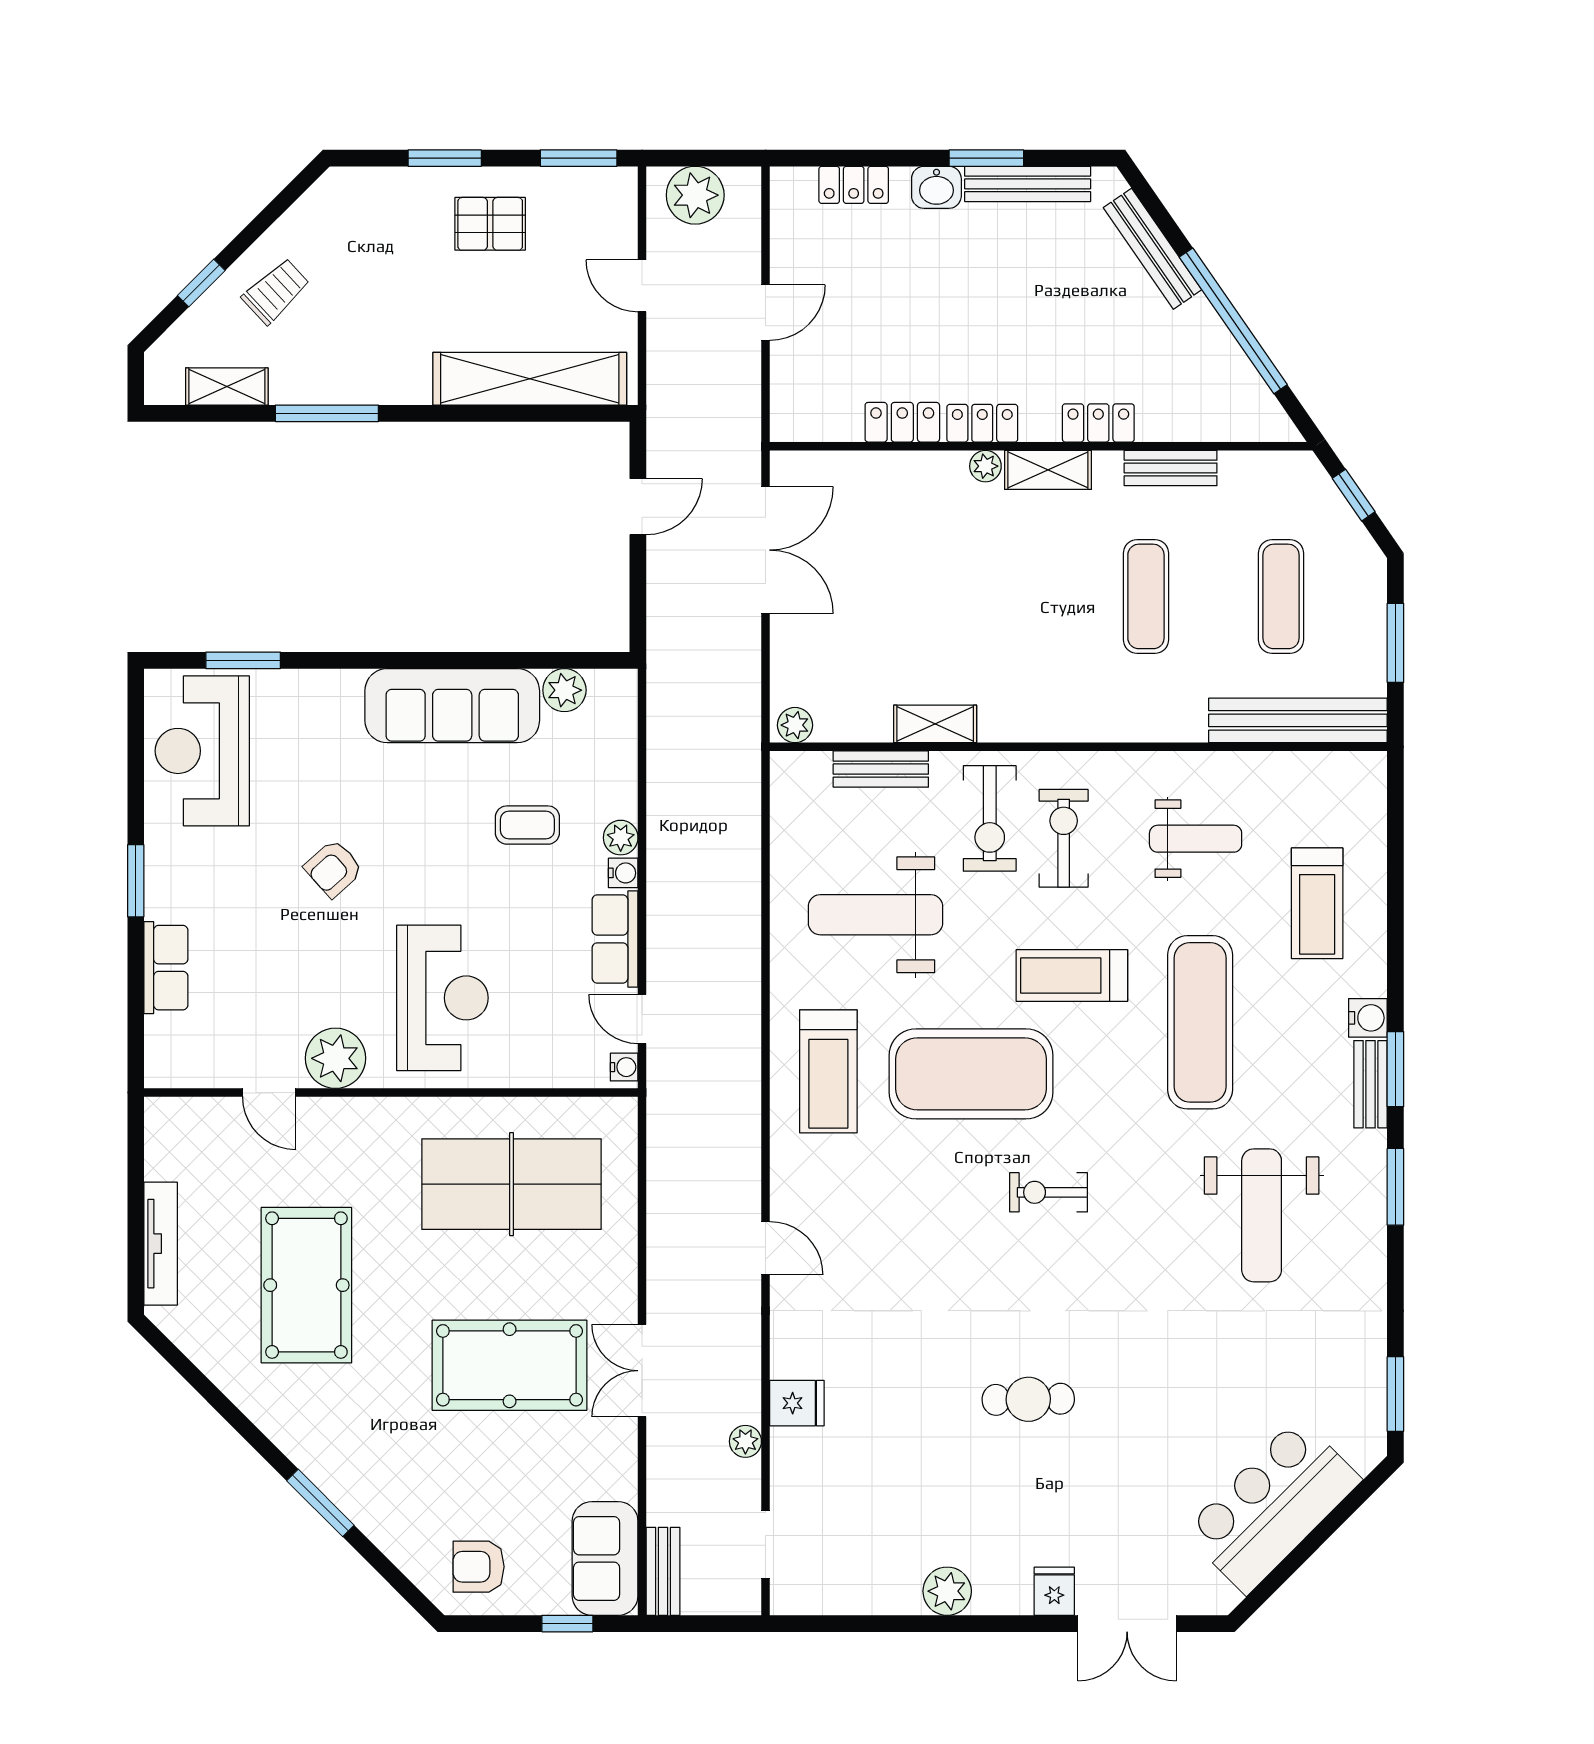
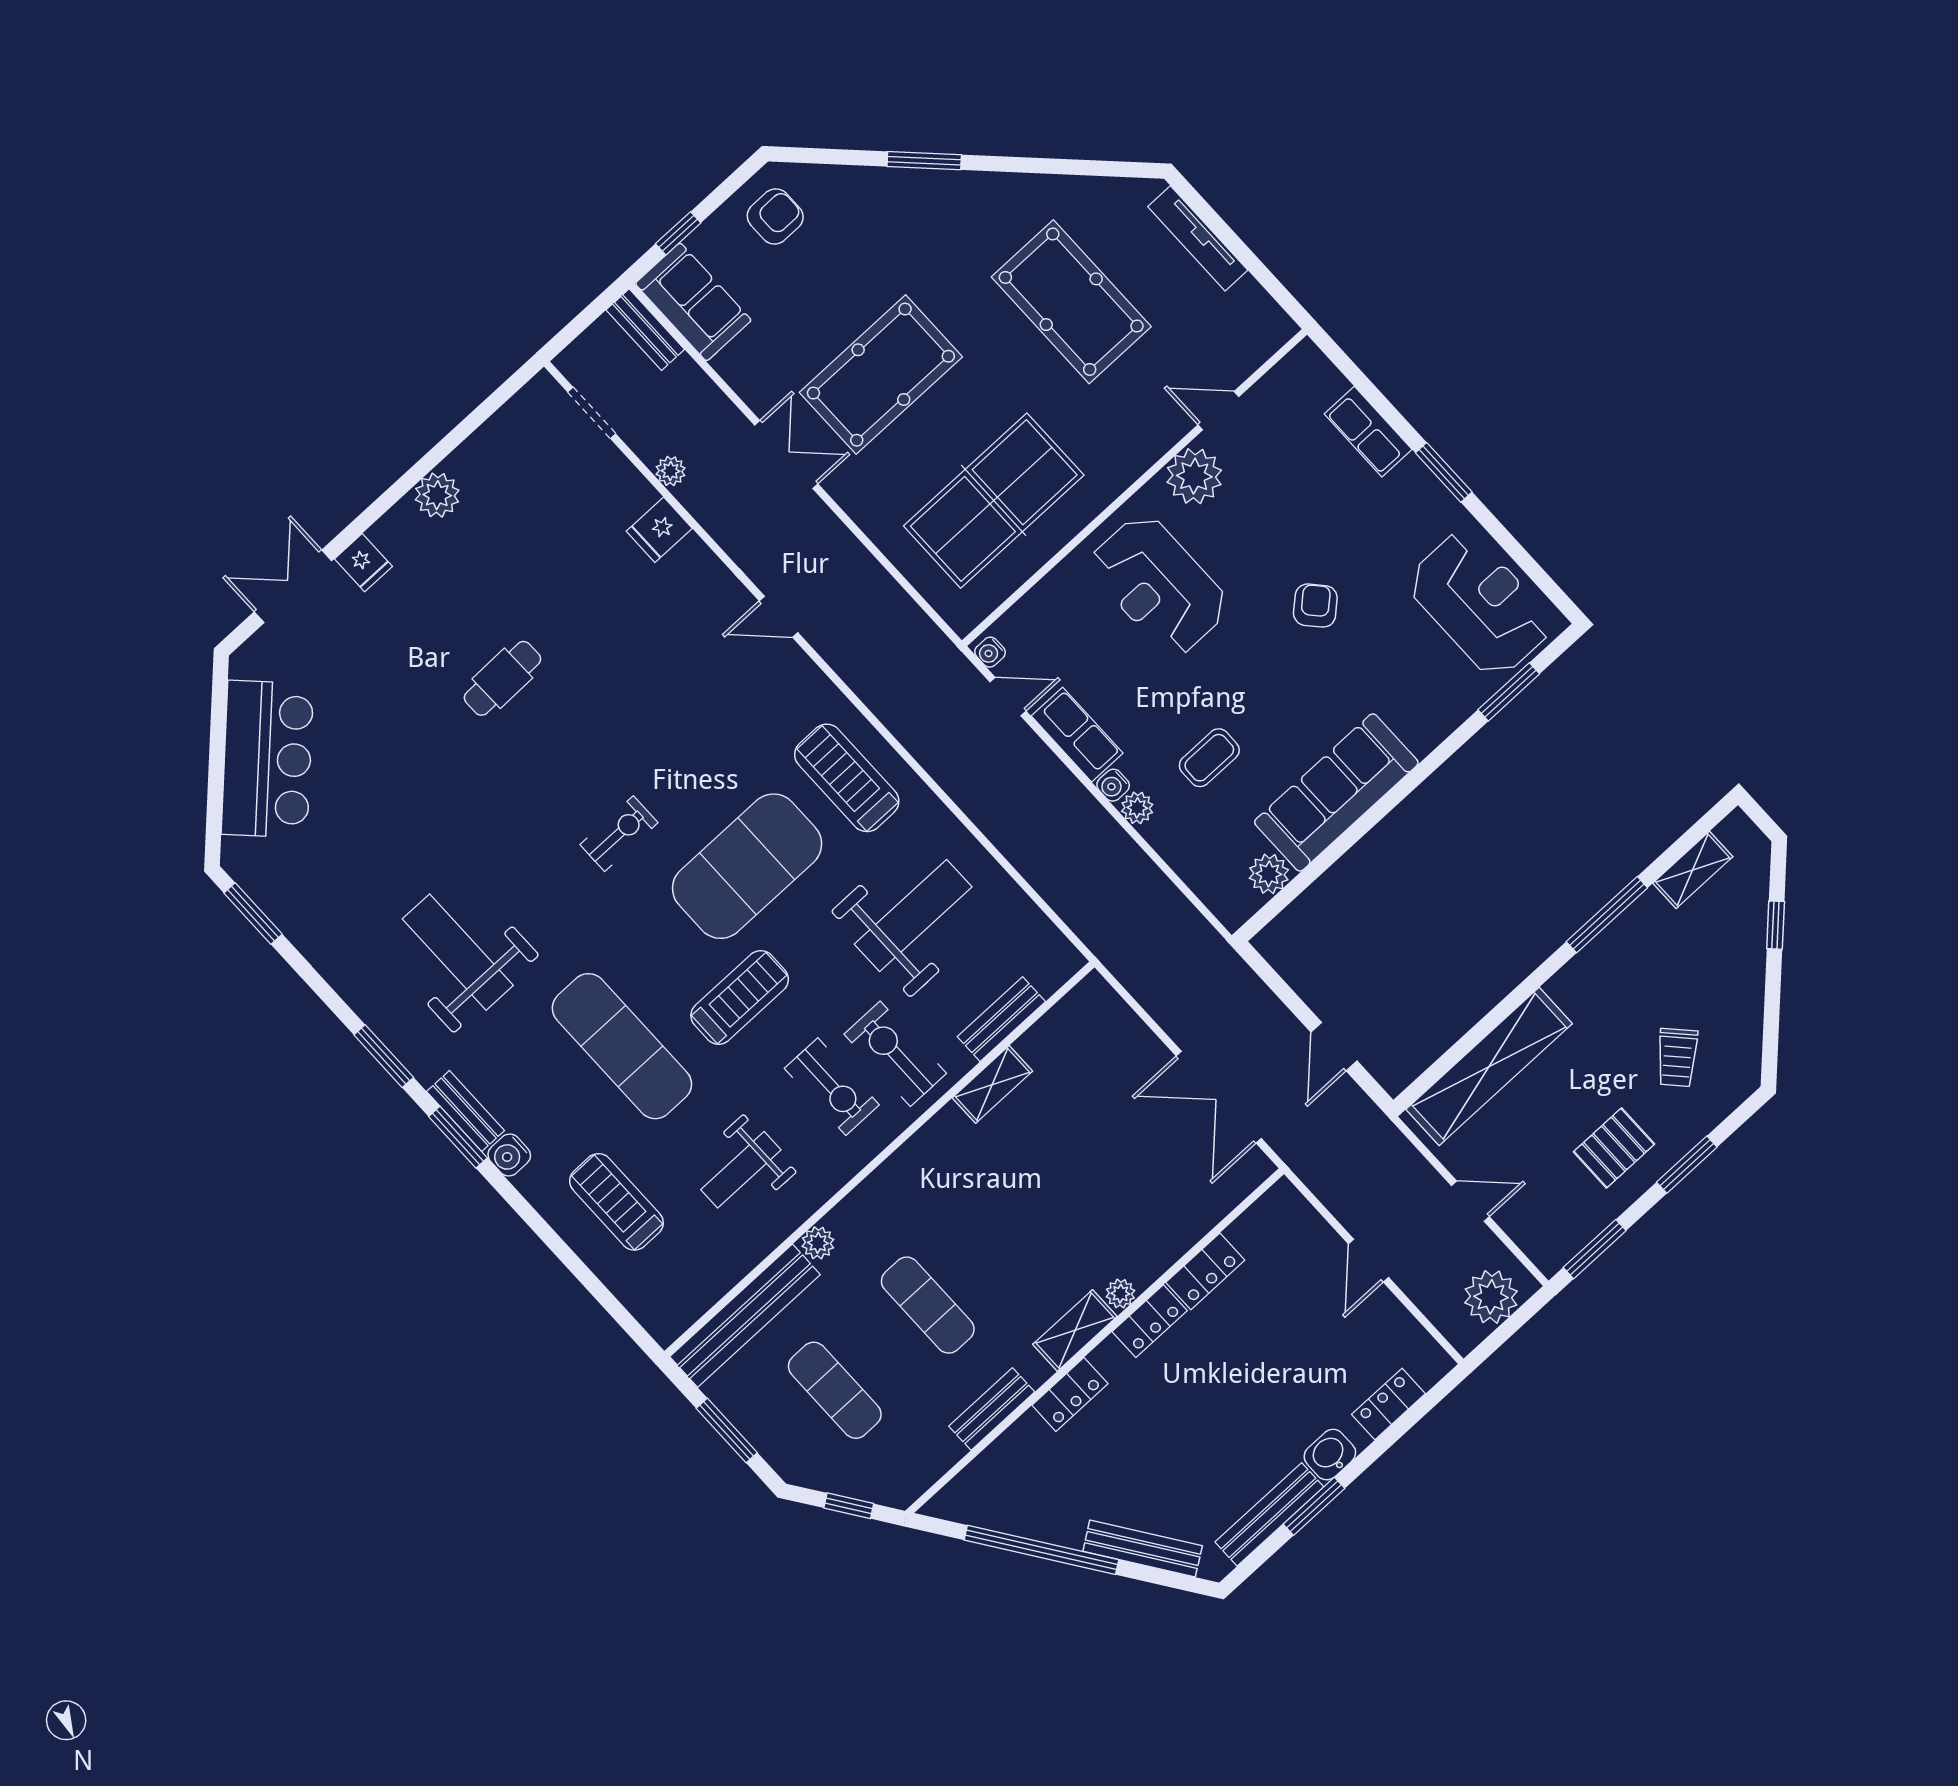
trolley: (276, 291) -> (1677, 1058), moved
plant: (795, 725) -> (818, 1243), moved

